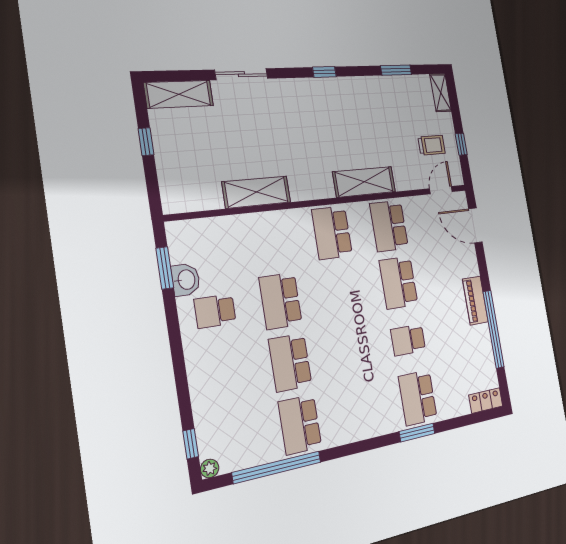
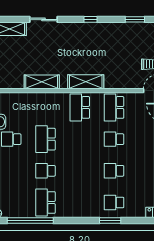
shelving: (364, 182) -> (86, 82), moved
school desk: (399, 283) -> (114, 139), width x0.54
school desk: (290, 362) -> (45, 171), width x0.54
school desk: (418, 398) -> (114, 203), width x0.54

